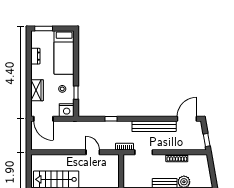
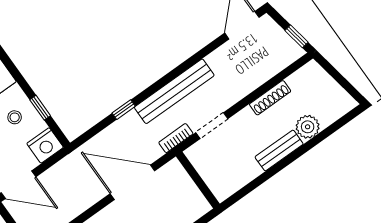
bench: (154, 126) -> (174, 91), moved
door: (93, 152) -> (132, 182), width x1.88

